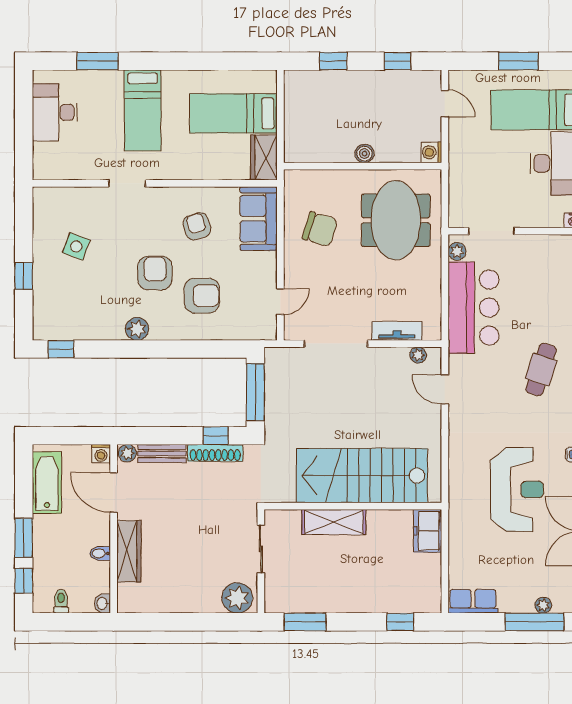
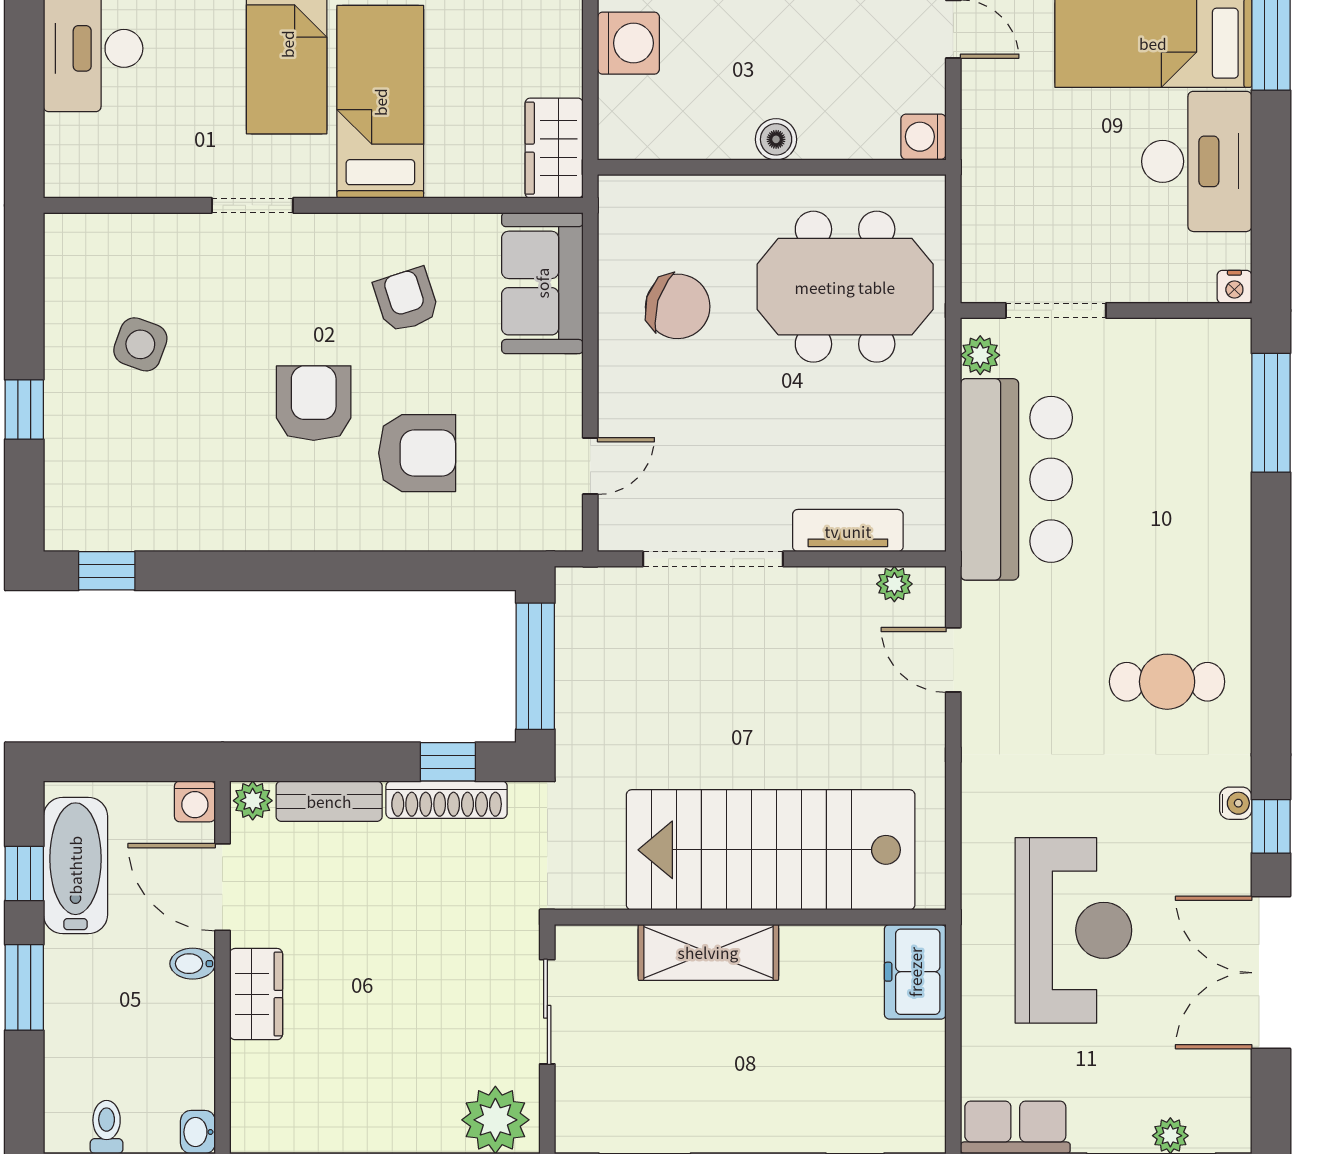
washing machine: (298, 110) -> (628, 43), added
bed: (233, 113) -> (380, 102), moved, turned 90
meeting table: (396, 220) -> (845, 287), turned 90
plant: (137, 329) -> (274, 526), removed
cafe table: (541, 369) -> (1167, 682), moved, turned 72
reception desk: (517, 490) -> (1073, 930), moved
wardrobe: (129, 551) -> (256, 994), width x0.67
bidet: (100, 553) -> (193, 964), moved
window: (24, 581) -> (24, 874), moved

